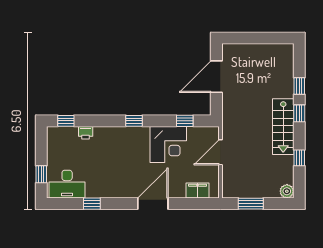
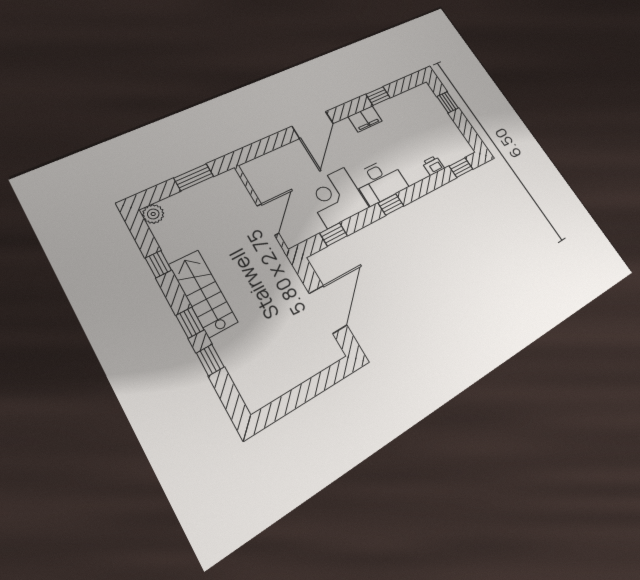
desk: (67, 184) -> (380, 181), moved, turned 180
filing cabinet: (198, 191) -> (365, 119), moved

